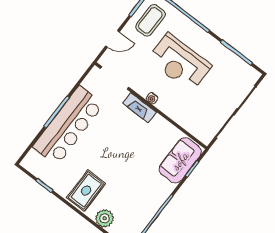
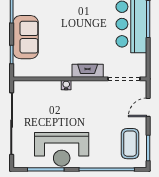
reception desk: (179, 63) -> (62, 149), moved, turned 180
water cooler: (152, 98) -> (66, 85), moved
sofa: (180, 160) -> (26, 37), moved

